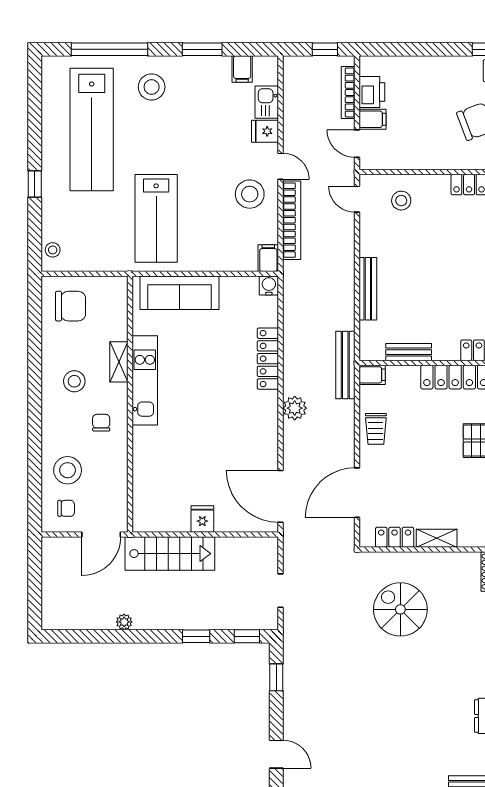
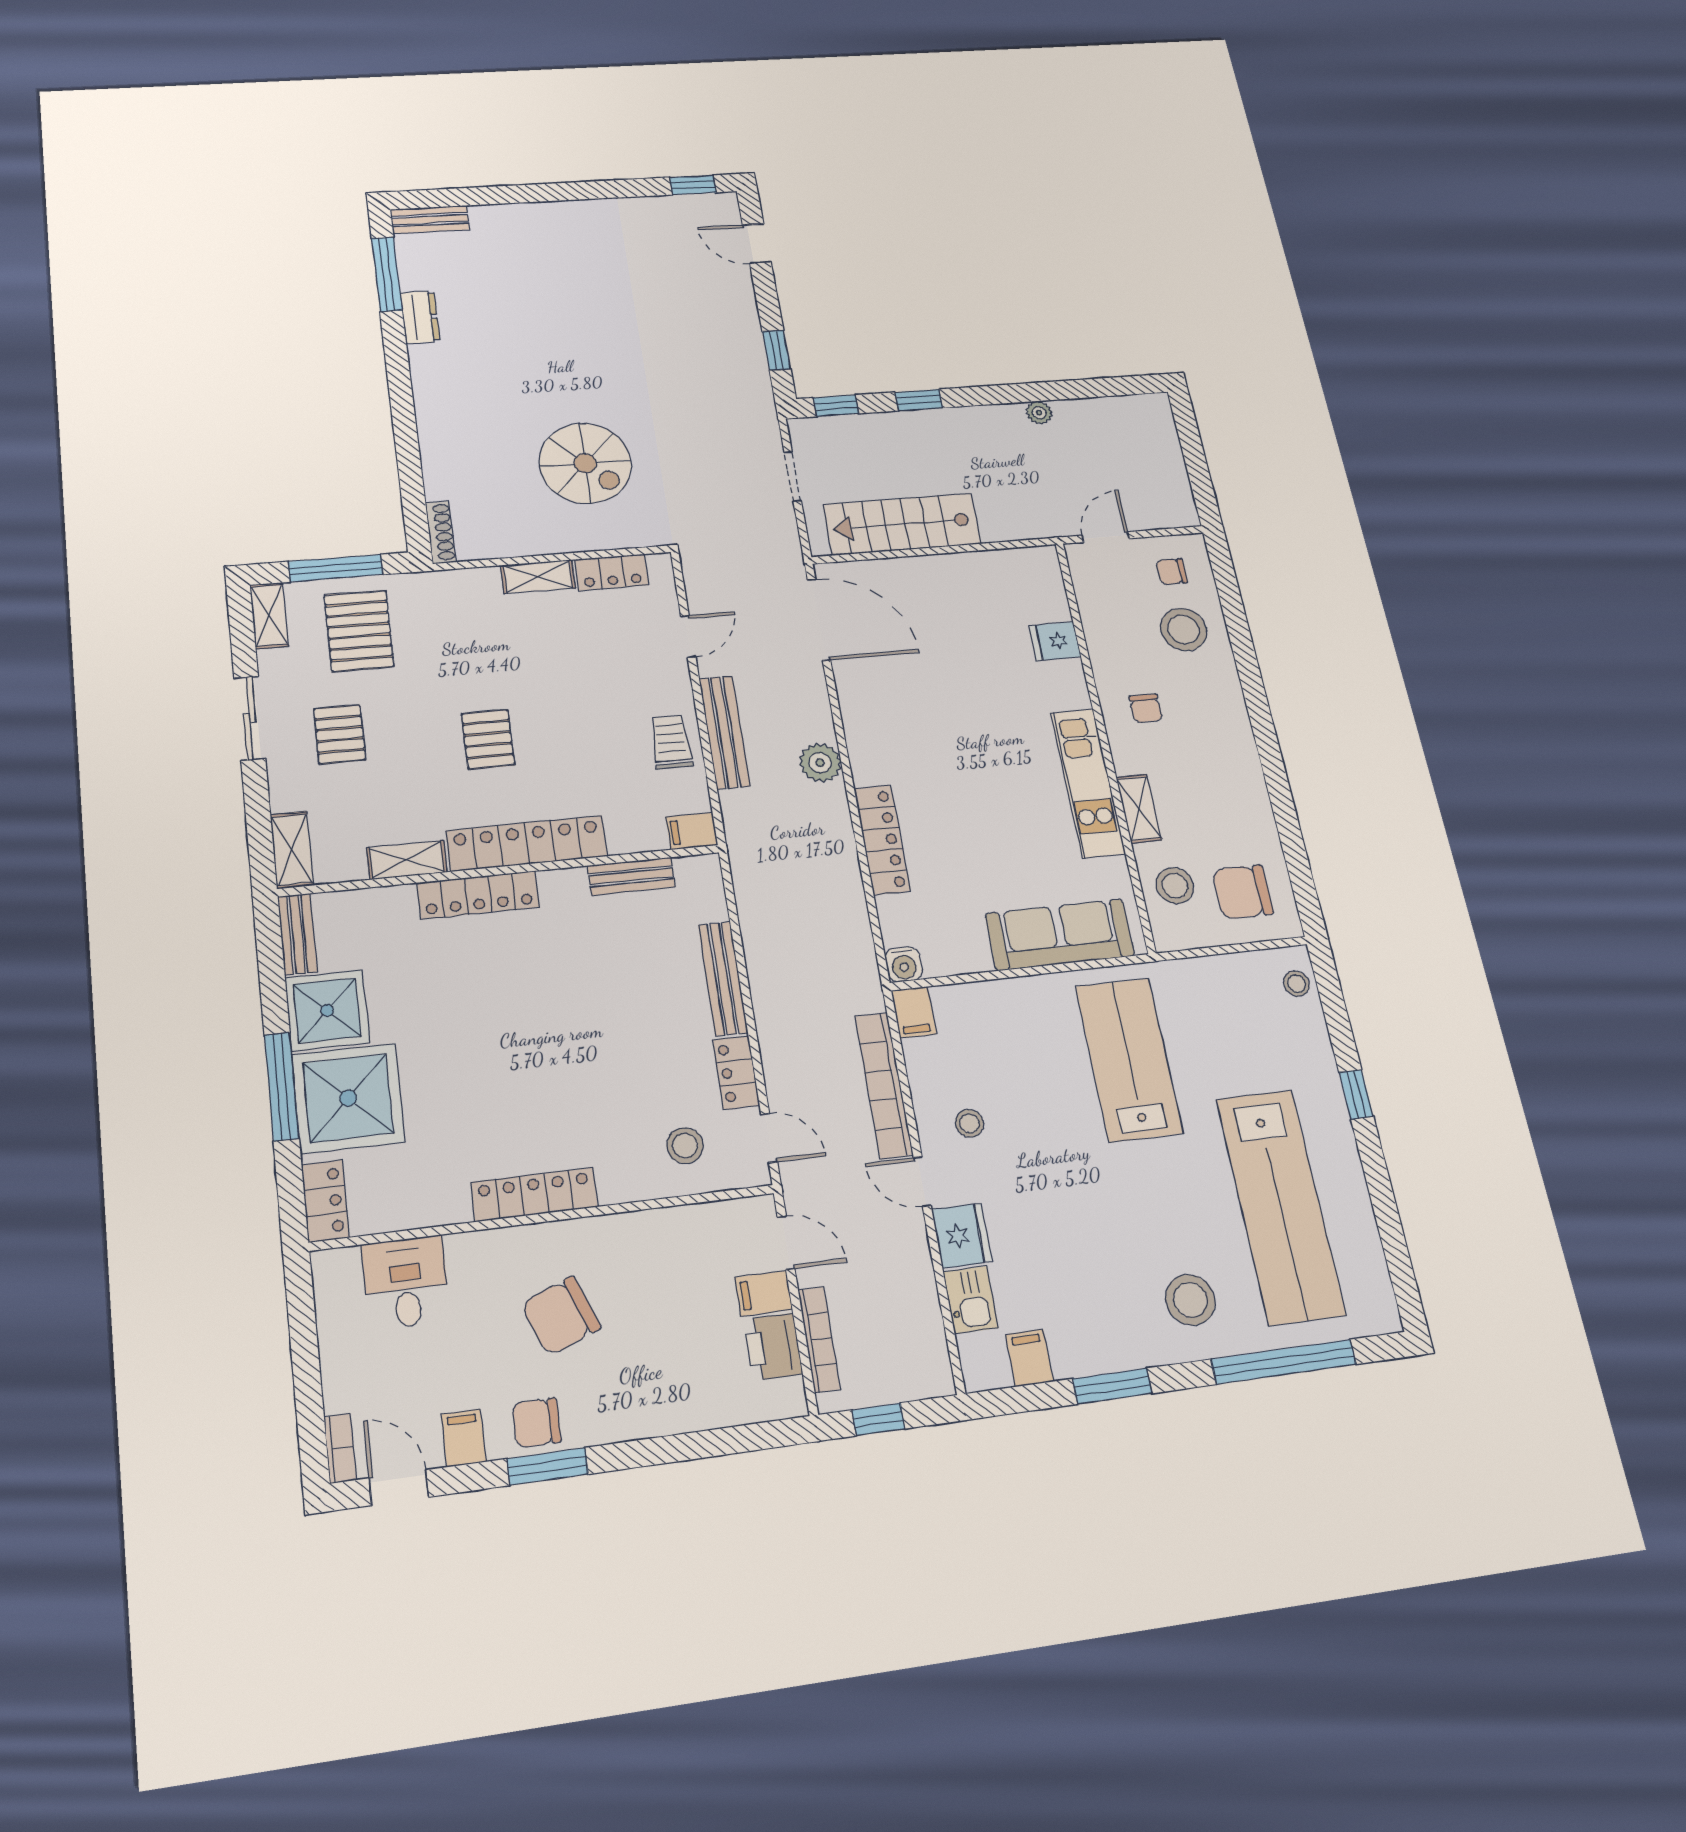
lab bench: (92, 129) -> (1280, 1206), turned 180
fridge: (265, 131) -> (962, 1236), width x1.38
stool: (250, 194) -> (969, 1123), width x0.53, depth x0.53
locker: (369, 236) -> (736, 1072), added
bench: (345, 365) -> (724, 732), moved
stool: (74, 381) -> (1175, 886), moved
door: (357, 493) -> (688, 637), width x0.53
fridge: (202, 519) -> (1055, 641), moved, turned 90
door: (101, 535) -> (1106, 537), width x0.73
stairs: (170, 554) -> (902, 524), moved

